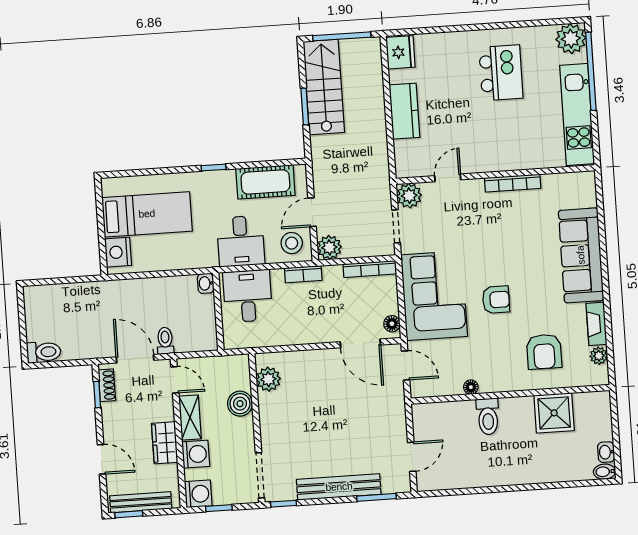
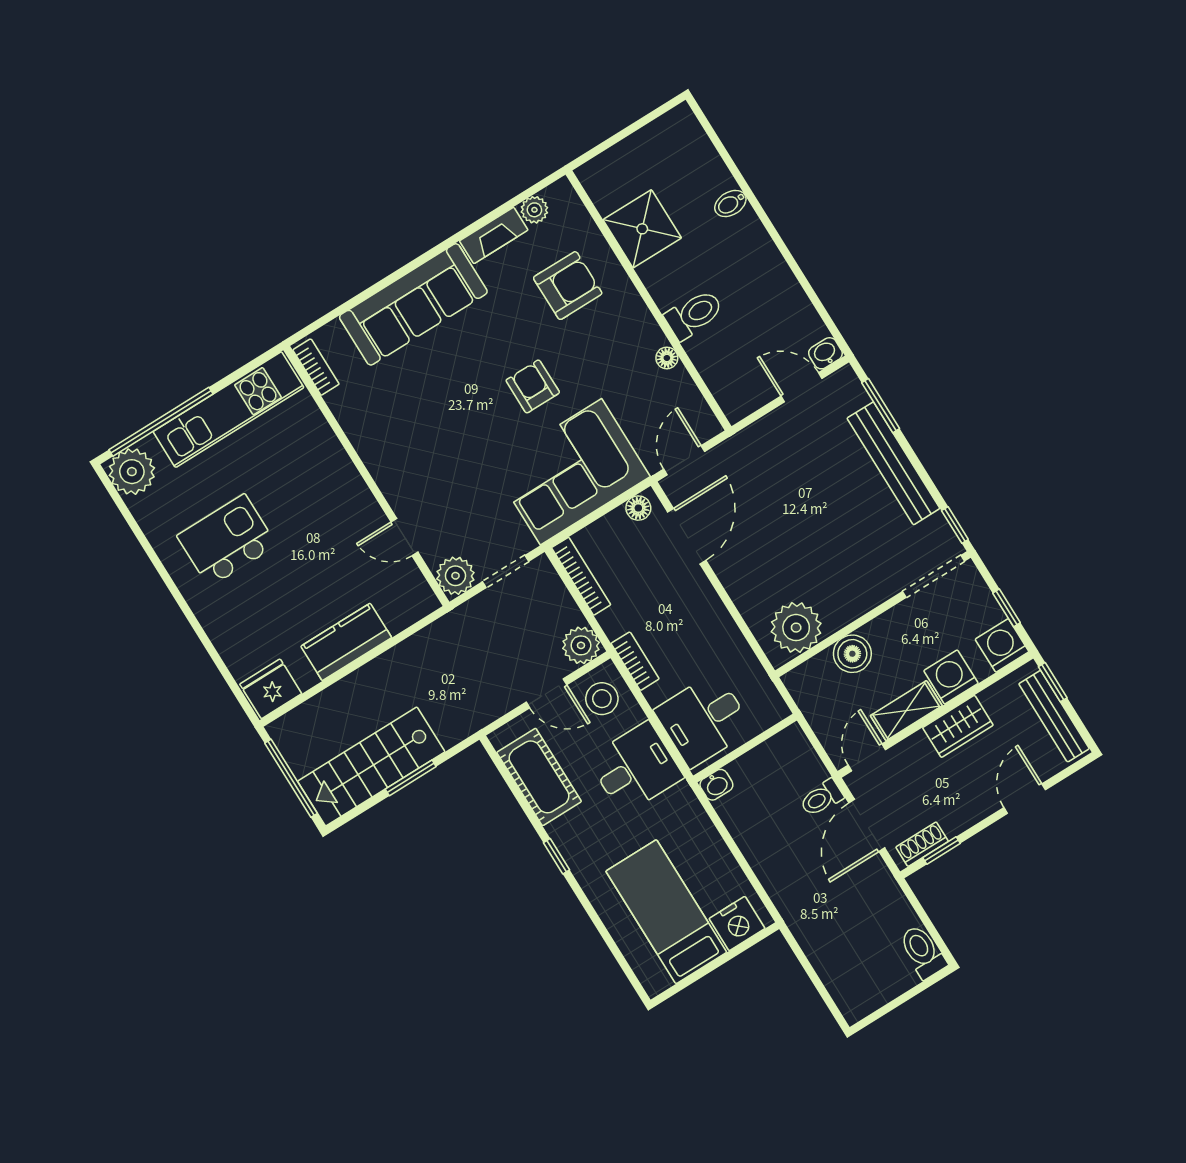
bookcase: (513, 183) -> (316, 367), moved, width x0.64
plant: (268, 379) -> (796, 628), width x1.36, depth x1.36
washbasin: (606, 452) -> (825, 353), moved, turned 180
bidet: (604, 472) -> (730, 203), moved, turned 90
window: (129, 514) -> (1053, 682), moved

